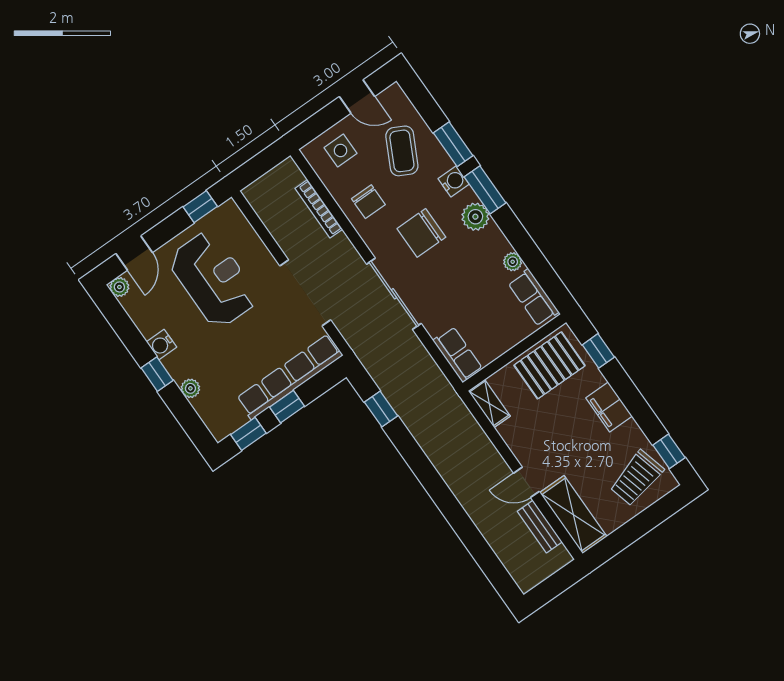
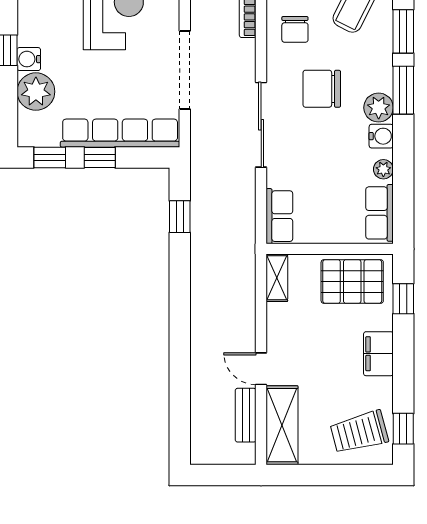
water cooler: (454, 181) -> (381, 136), moved
water cooler: (161, 345) -> (29, 59), moved
plant: (190, 388) -> (36, 92), width x1.88, depth x1.88

